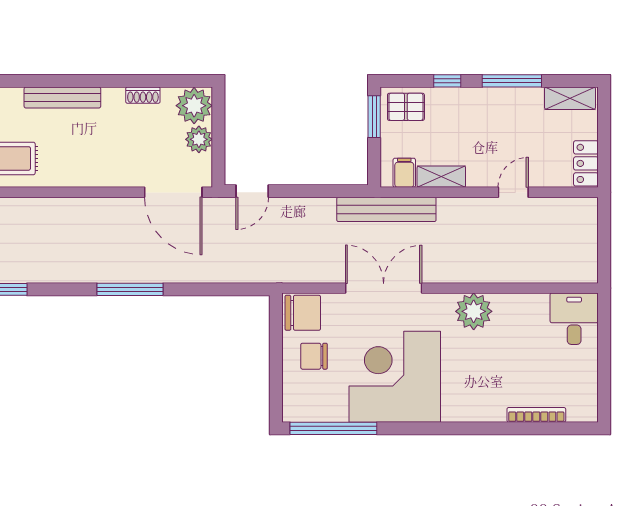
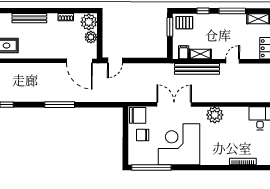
bench: (386, 209) -> (197, 69), moved

